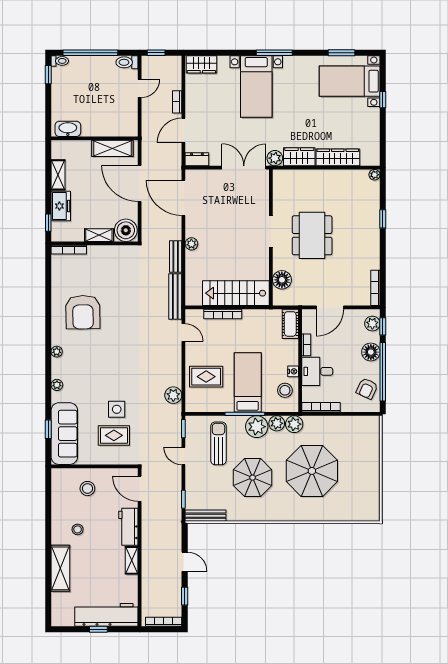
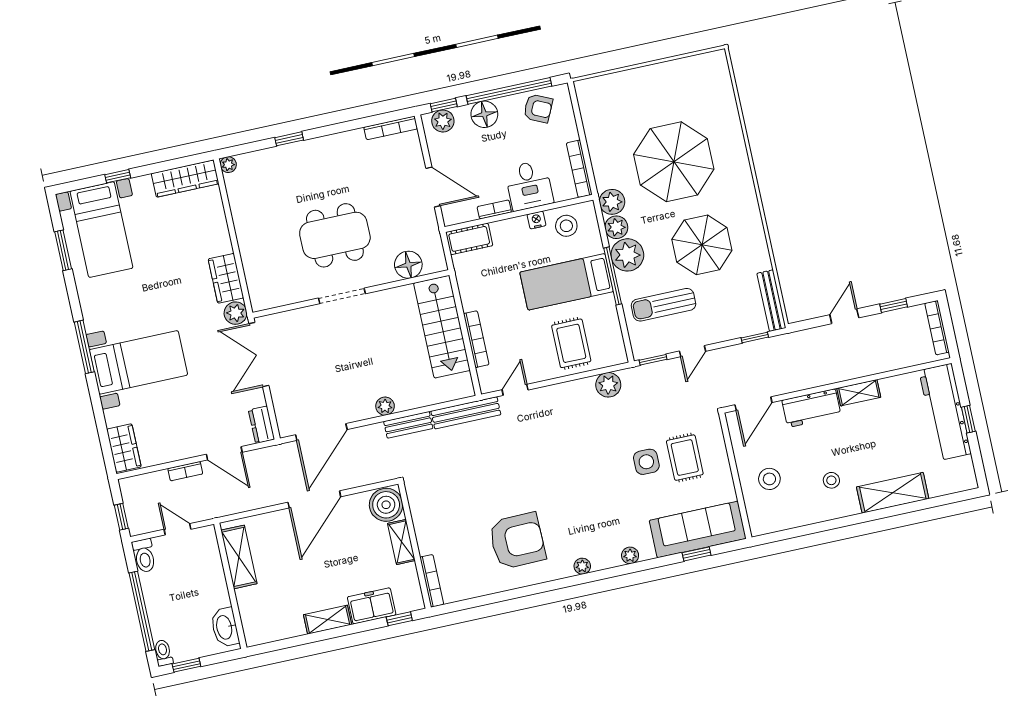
washbasin: (68, 129) -> (225, 627), moved
wall: (95, 138) -> (230, 586), moved
shelving: (112, 148) -> (239, 557), moved
wardrobe: (338, 157) -> (185, 179), moved, turned -90

